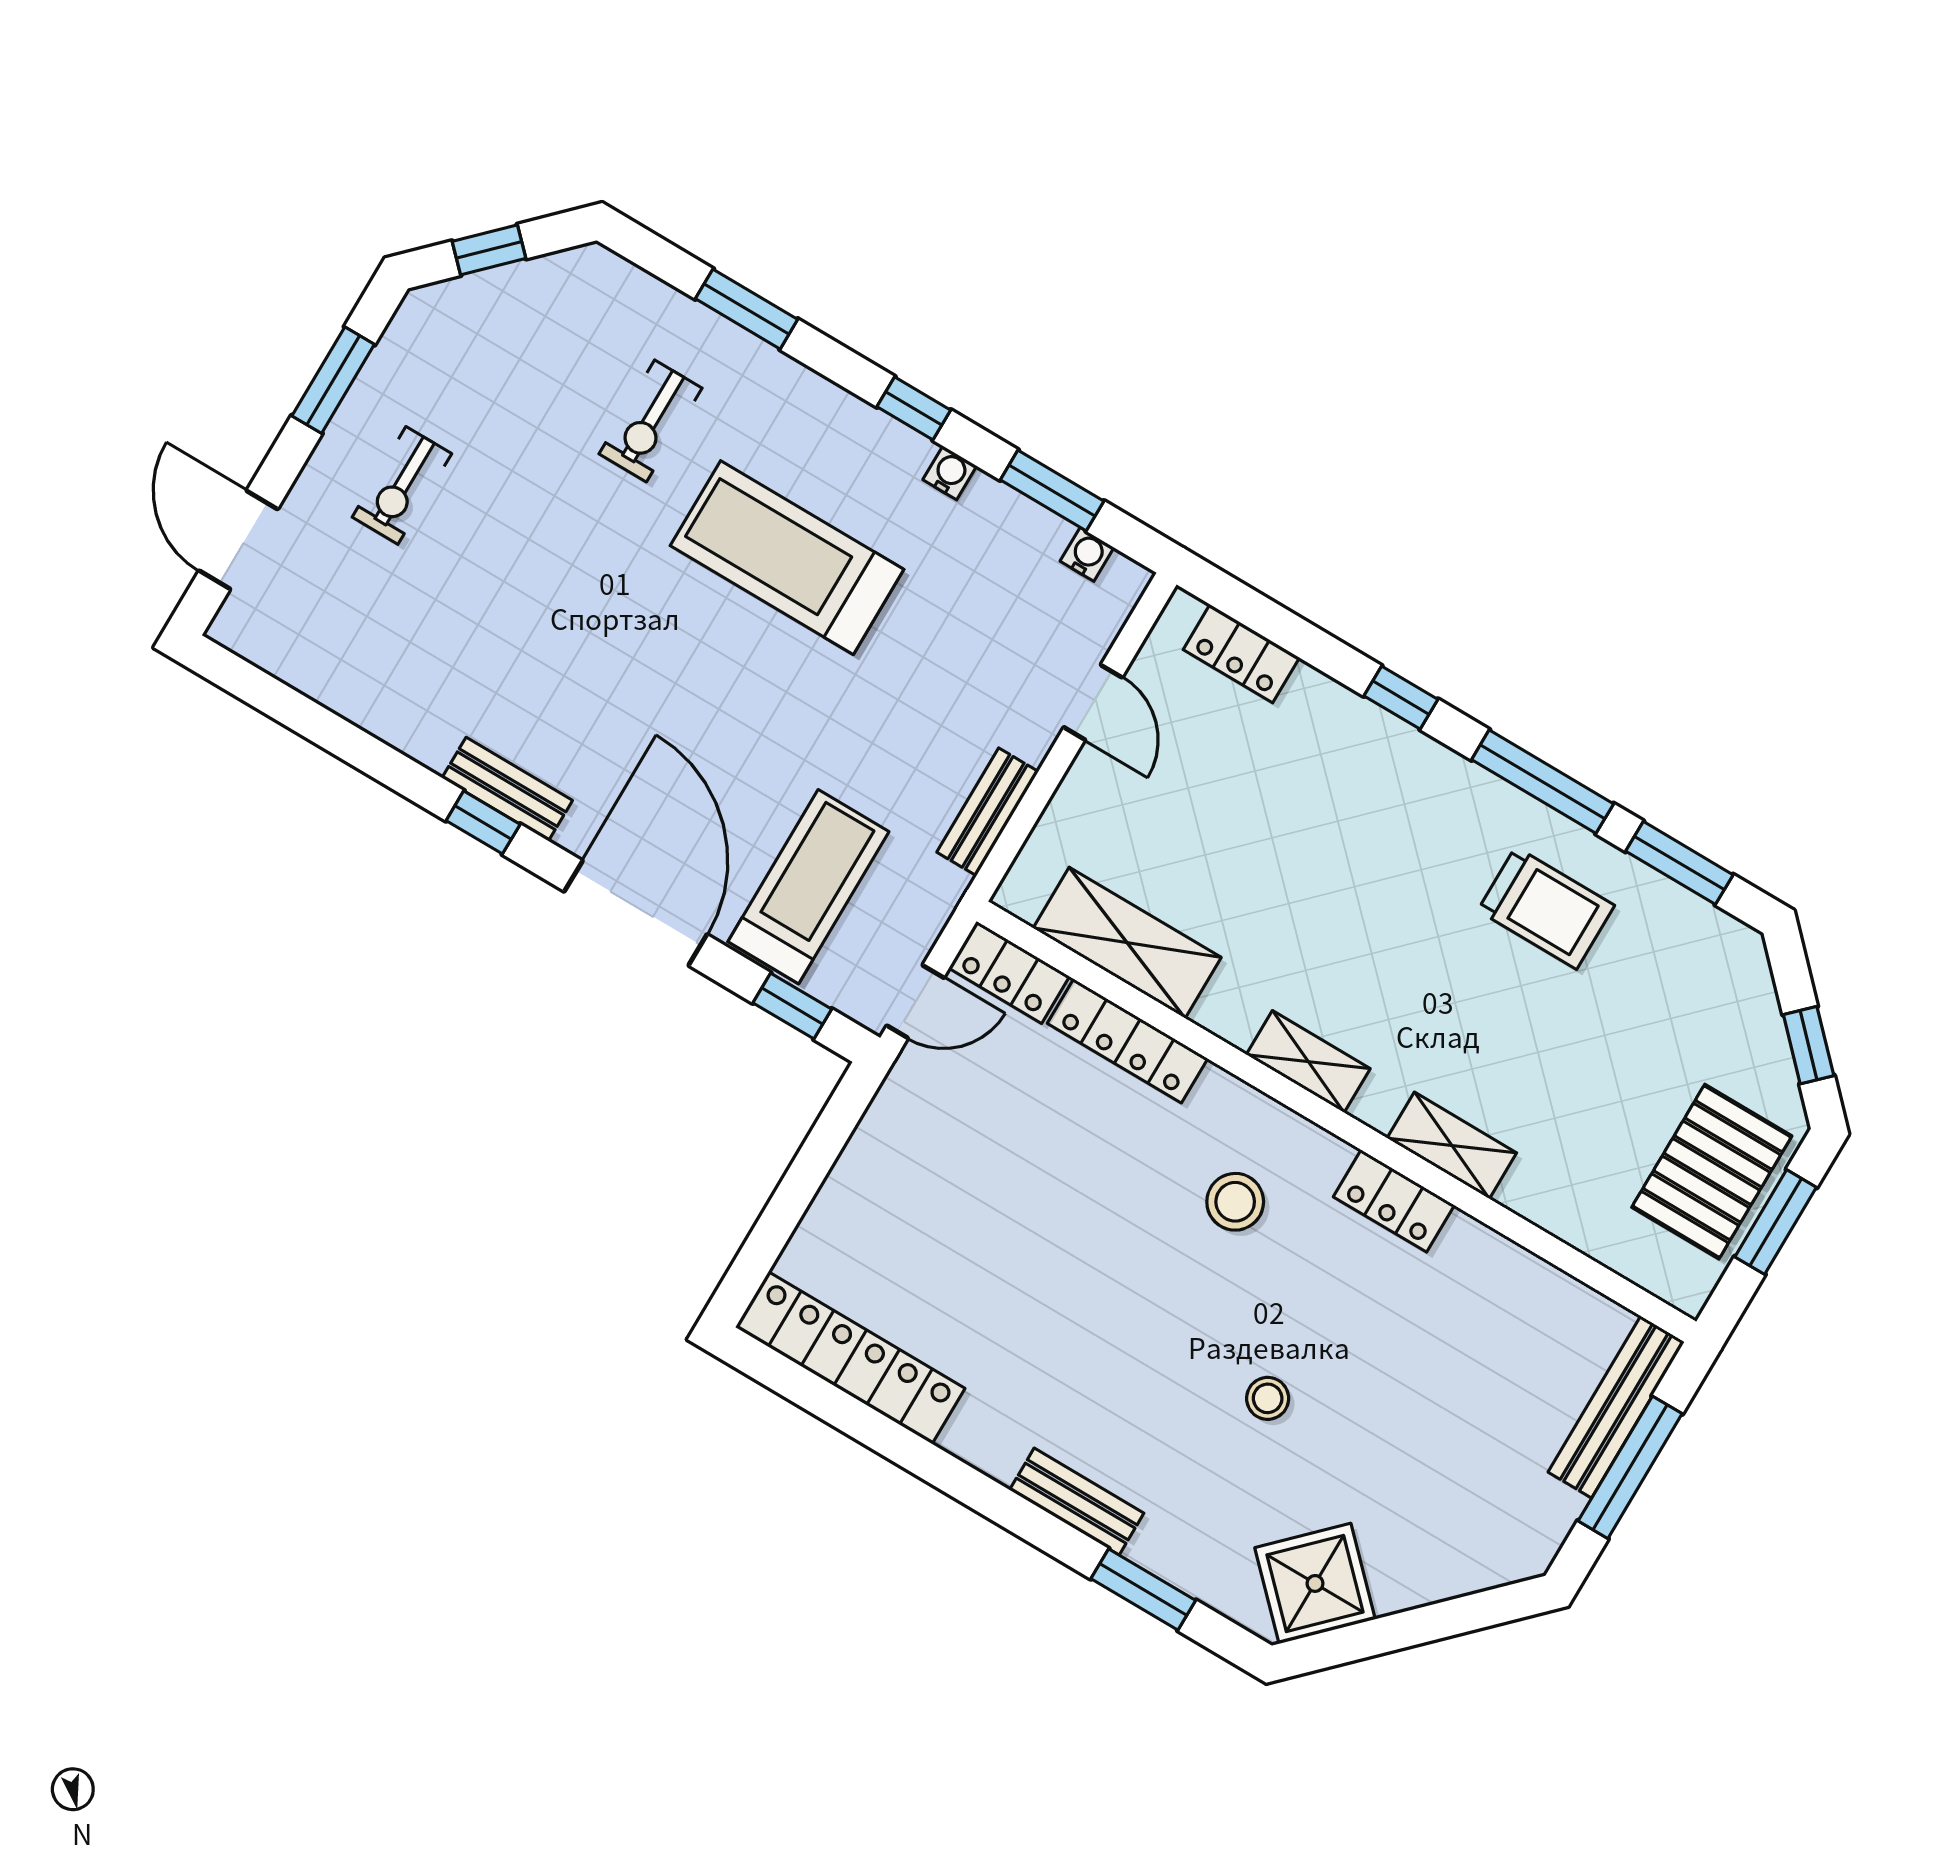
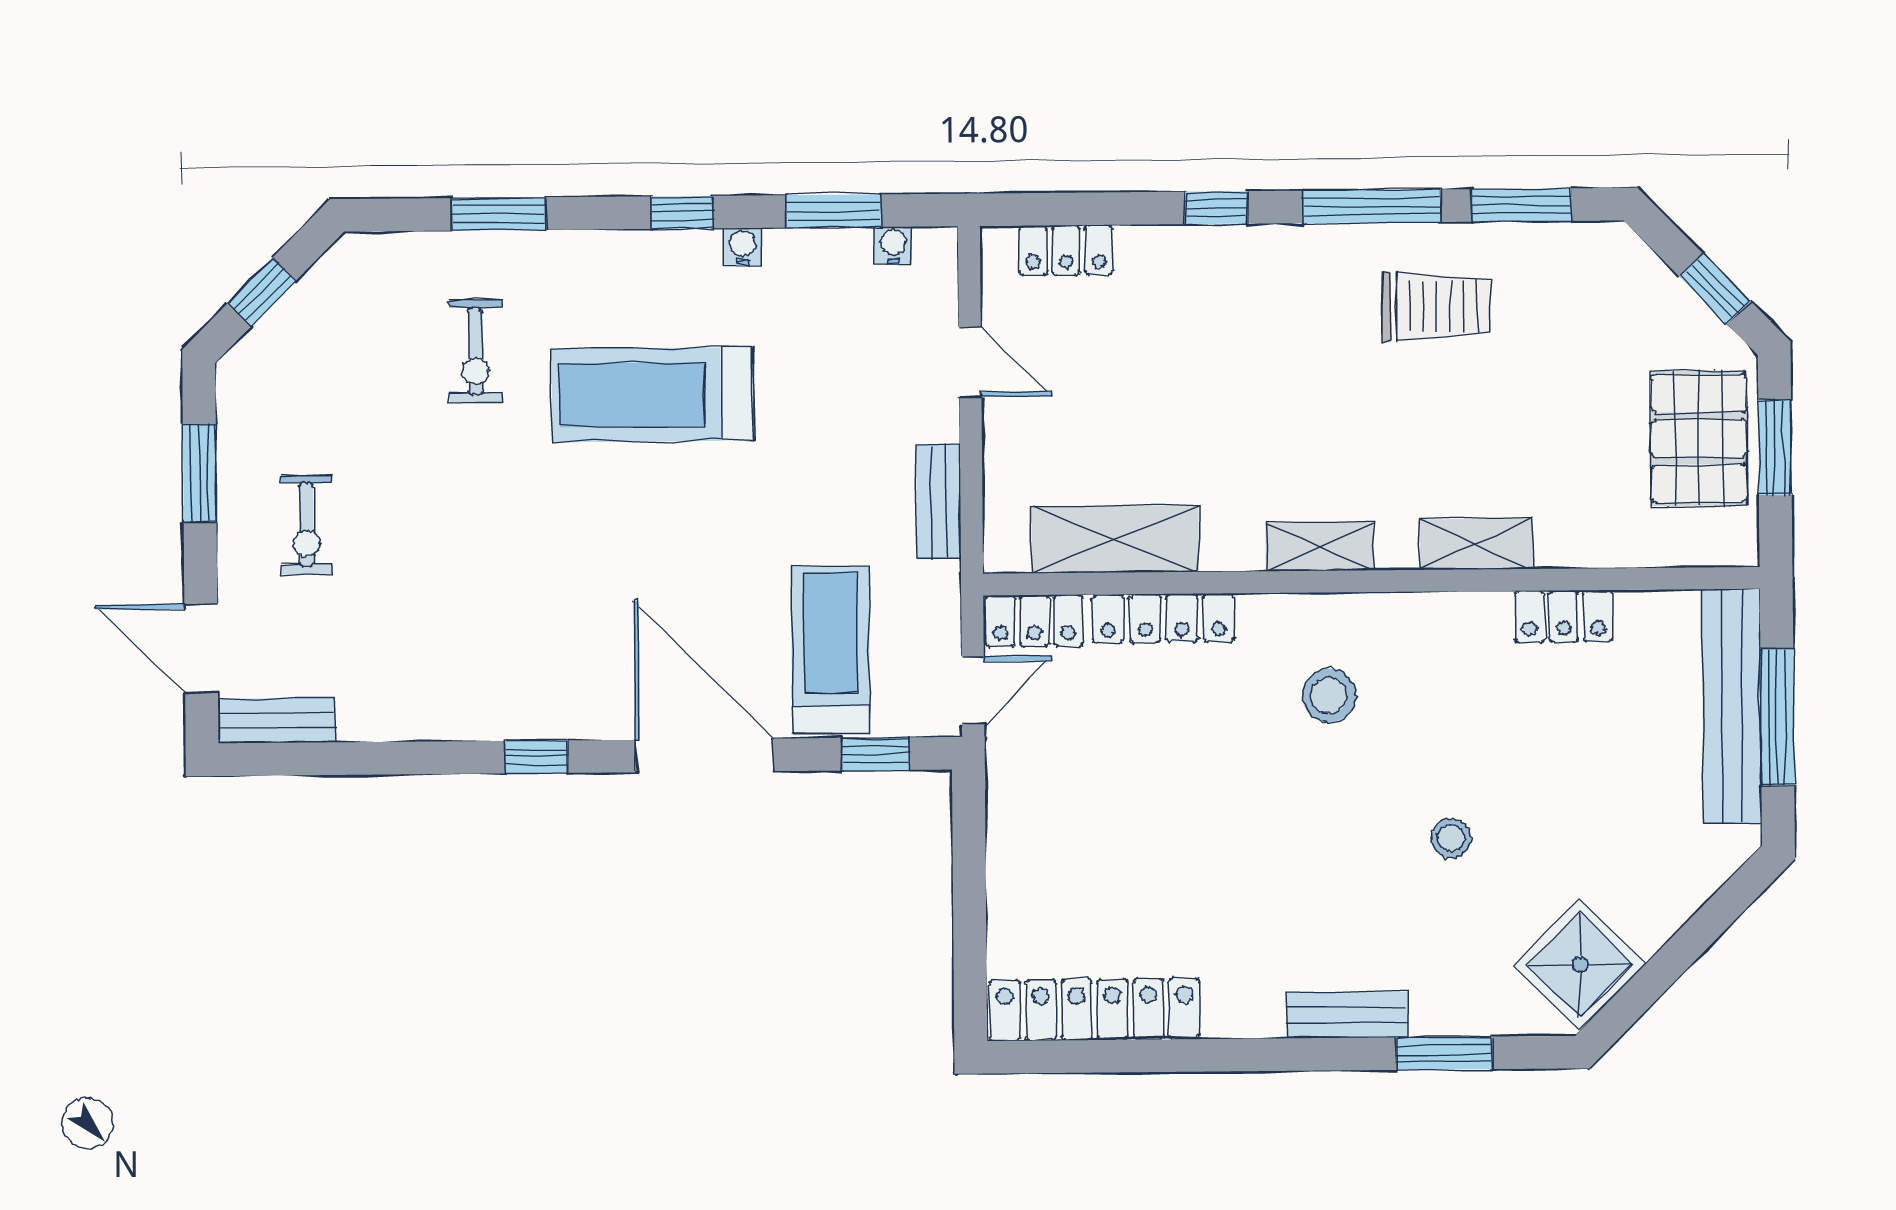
bench: (507, 789) -> (277, 721), moved
locker: (1394, 1201) -> (1564, 616), moved
bench: (1616, 1407) -> (1732, 706), width x1.37, depth x1.21

